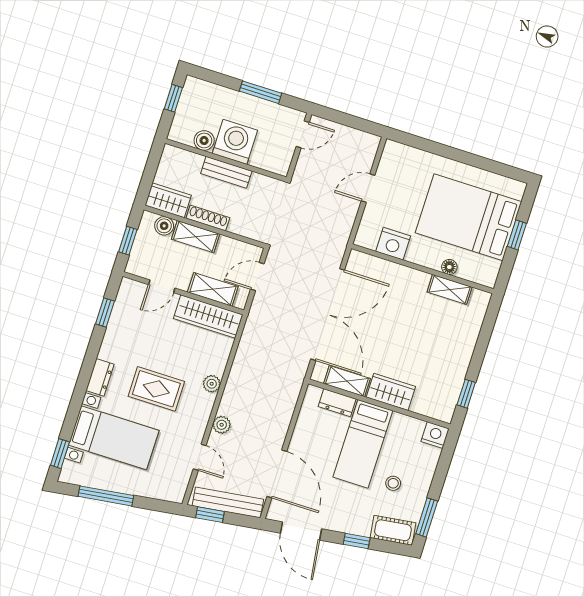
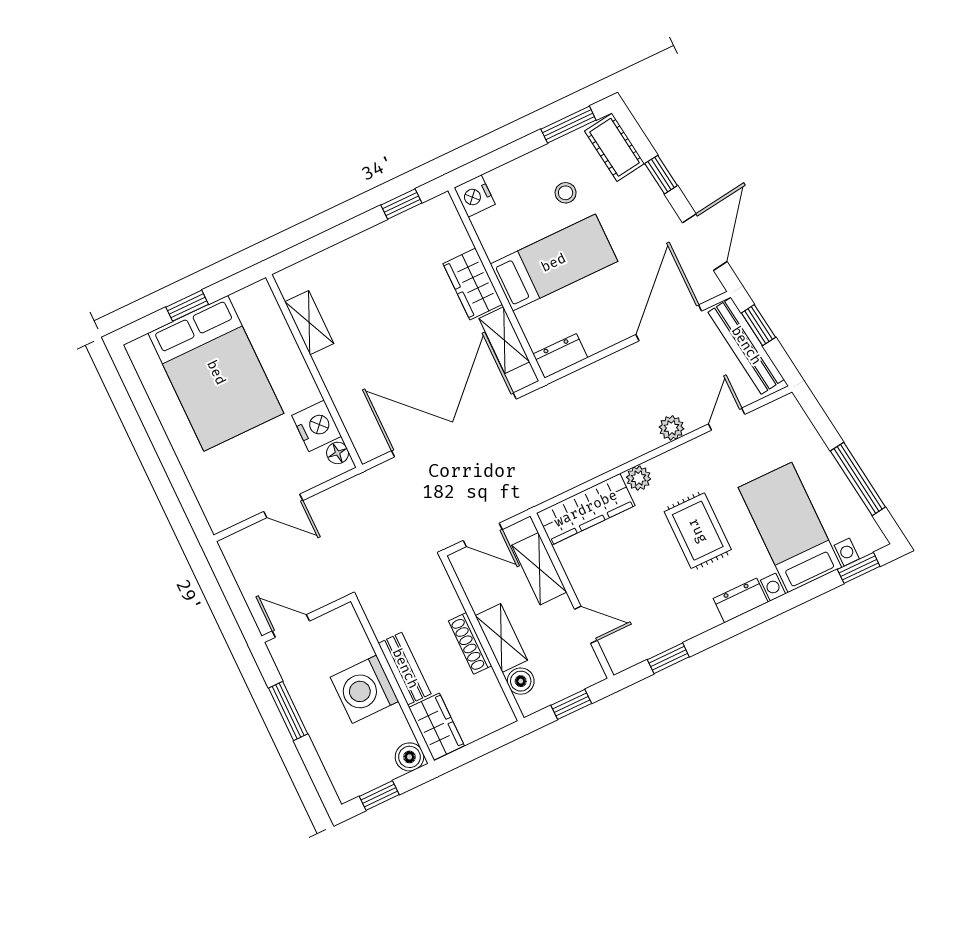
boiler: (204, 140) -> (409, 757), moved
wardrobe: (168, 200) -> (436, 727), moved, turned 180
floor lamp: (449, 267) -> (338, 453), moved
wardrobe: (208, 317) -> (586, 509), moved, turned 90
dresser: (337, 403) -> (560, 356), moved, turned -90
window: (210, 515) -> (758, 325), moved

